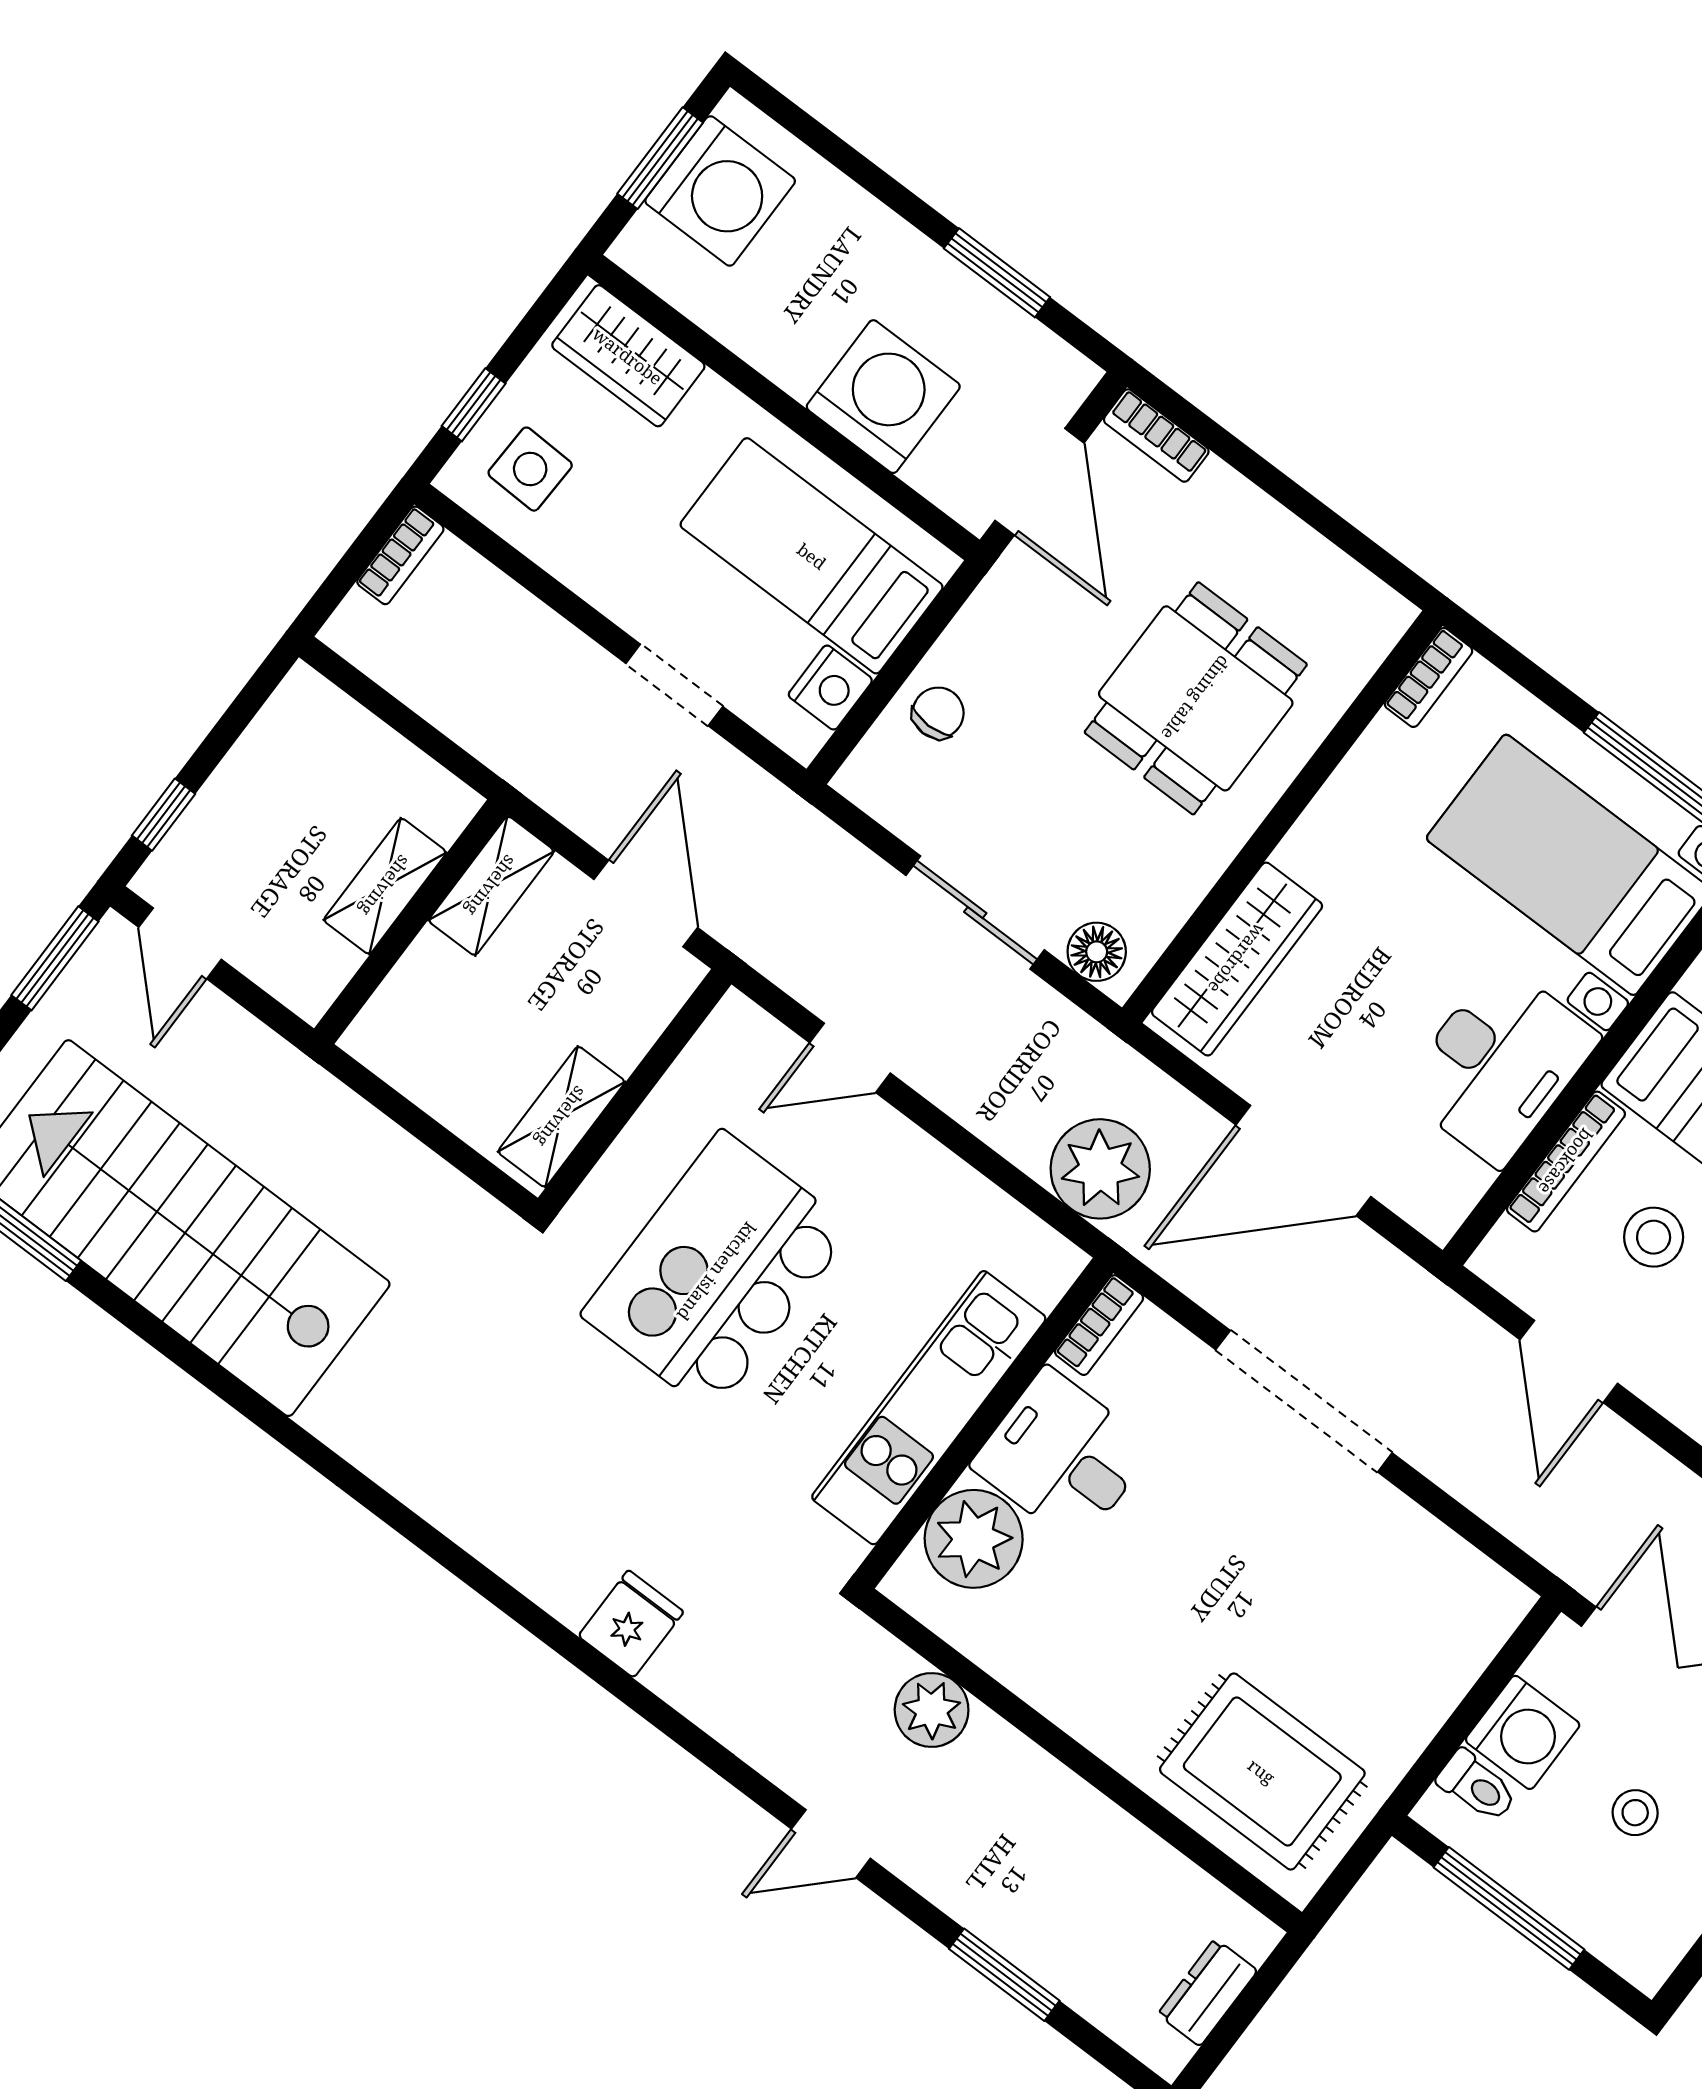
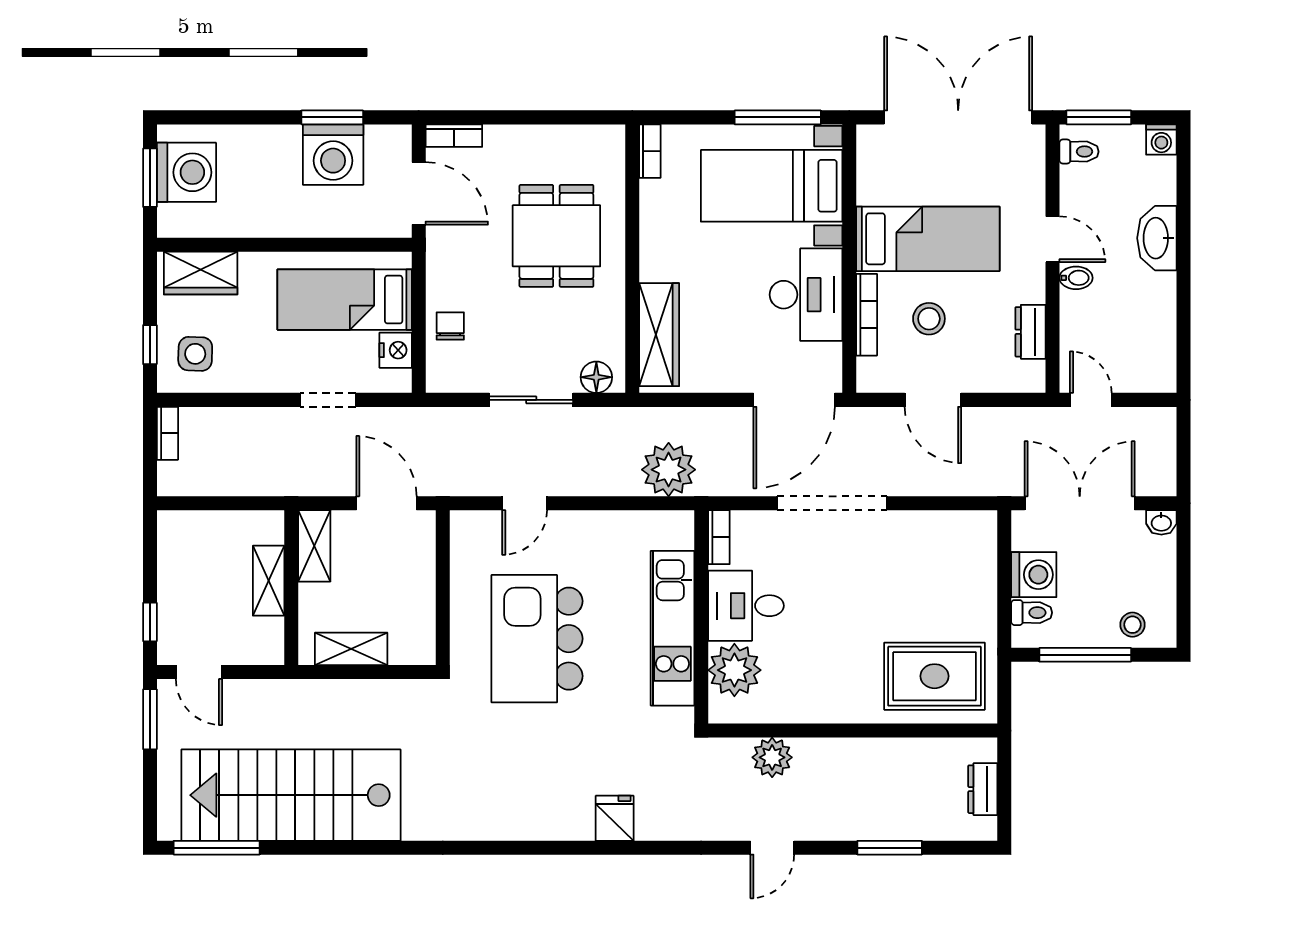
washing machine: (883, 397) -> (333, 155), moved, turned 180
shelving: (561, 1117) -> (351, 649), moved, turned 90
door: (1303, 1161) -> (794, 400), moved
stool: (1635, 1813) -> (1132, 625), moved

